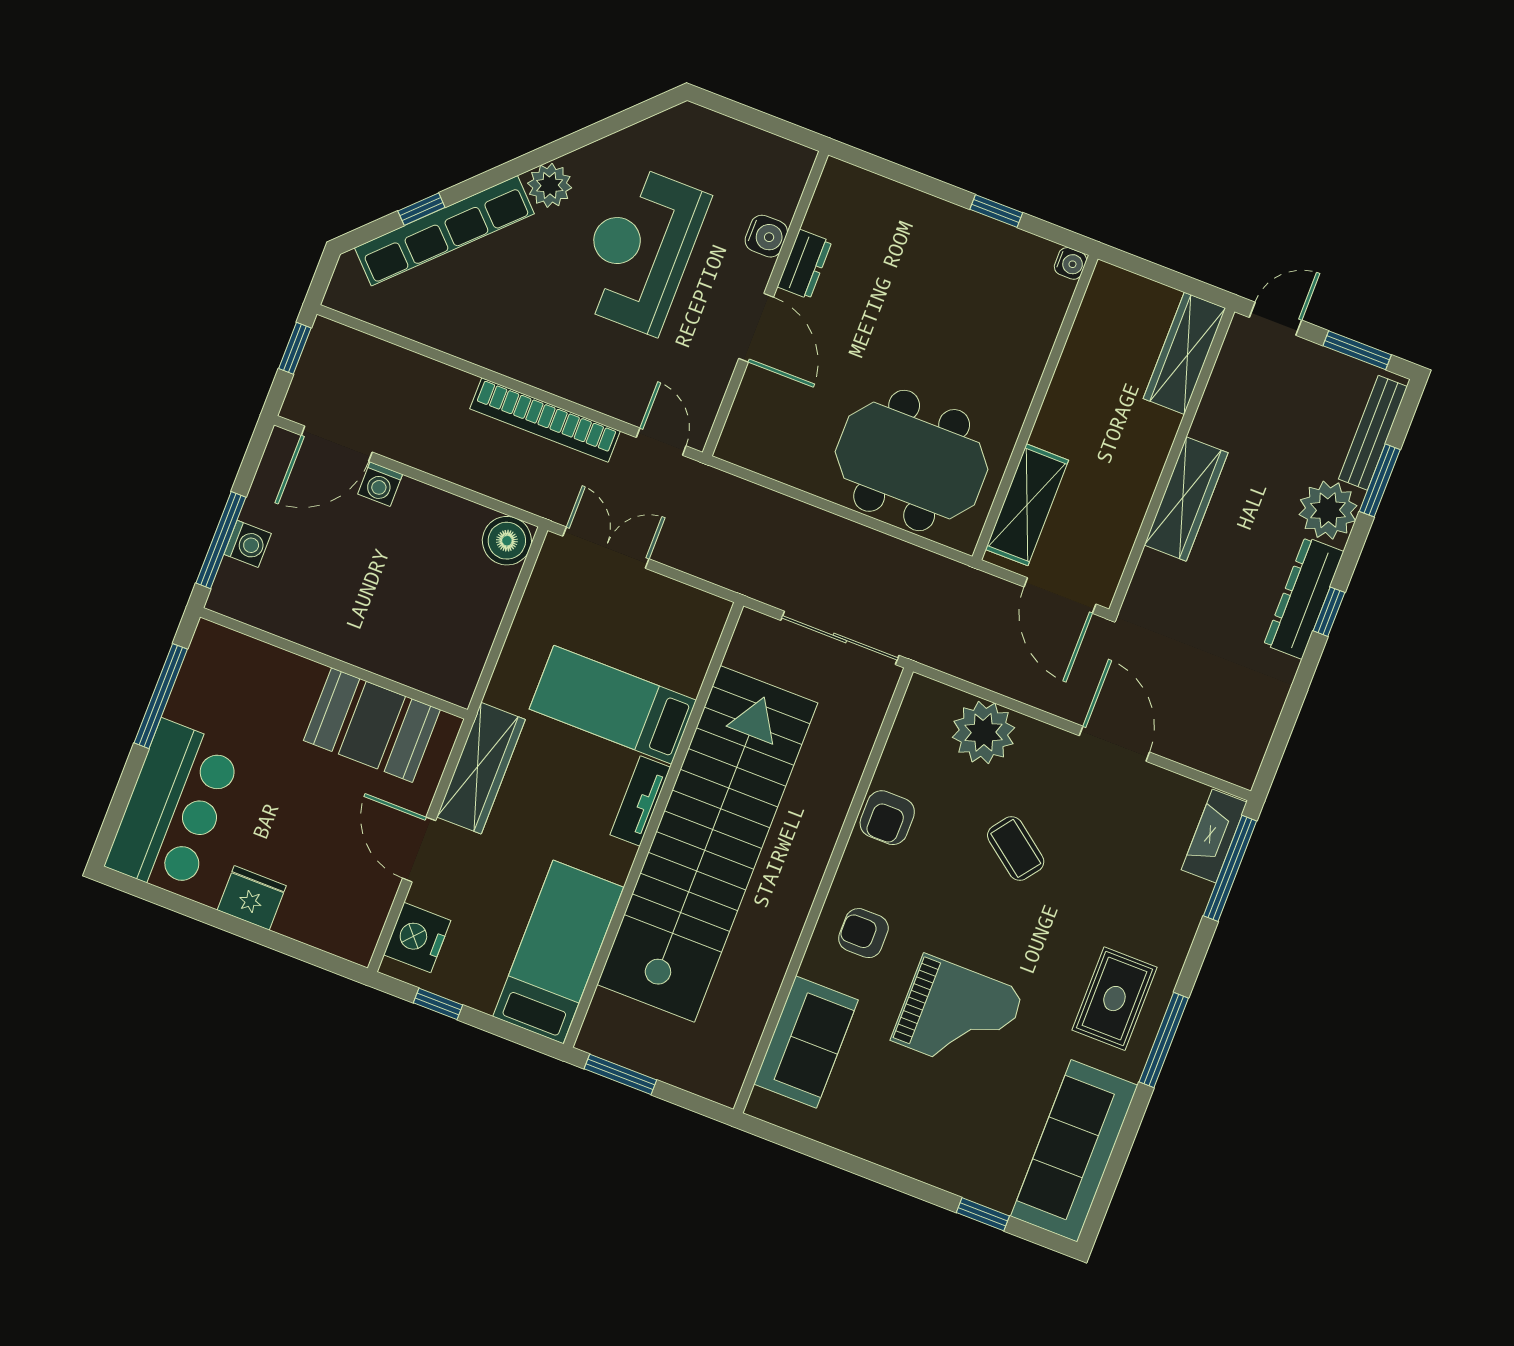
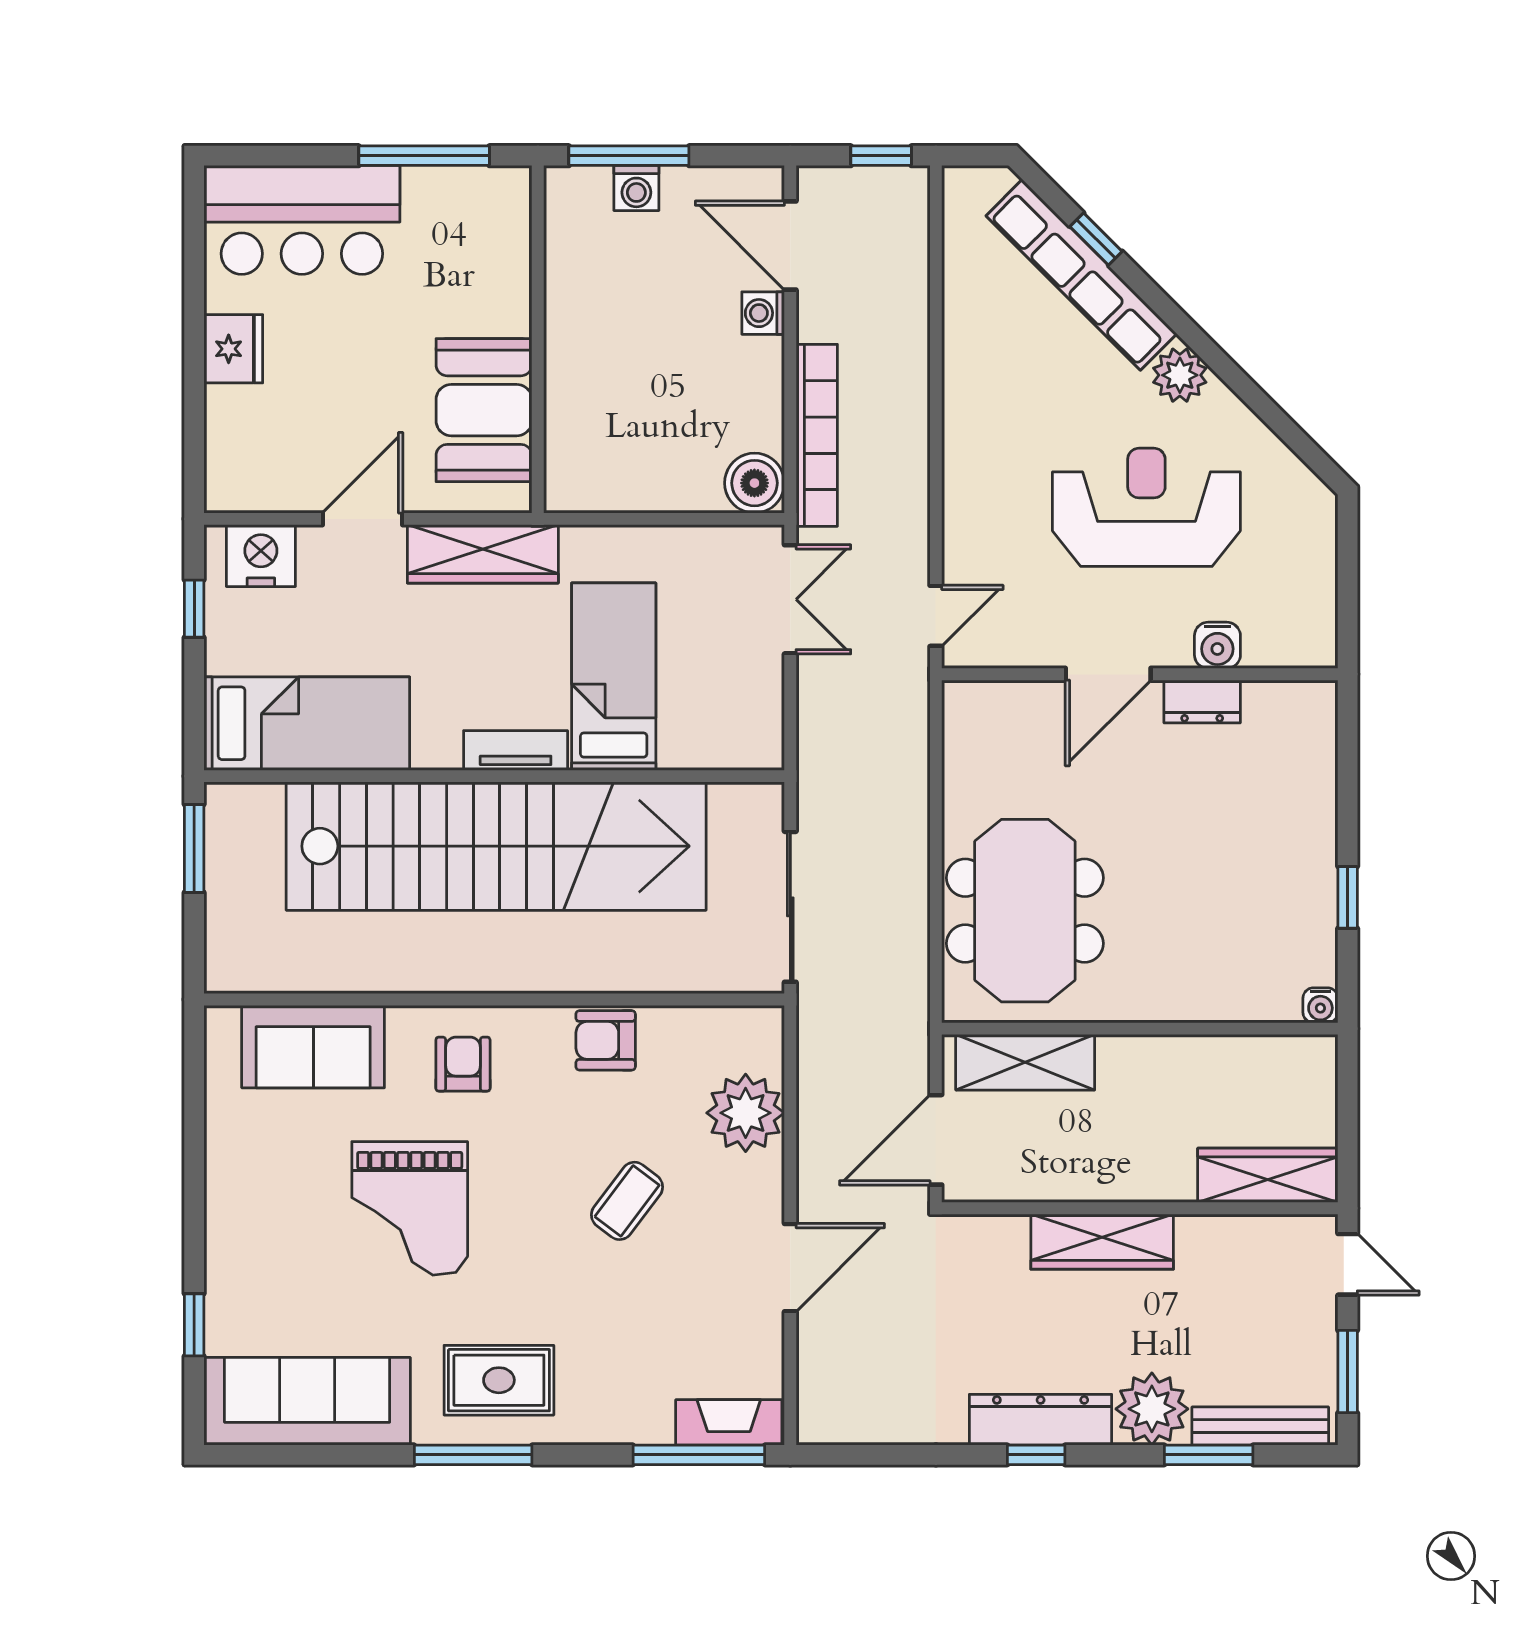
bookcase: (545, 420) -> (817, 435), moved, turned 180

